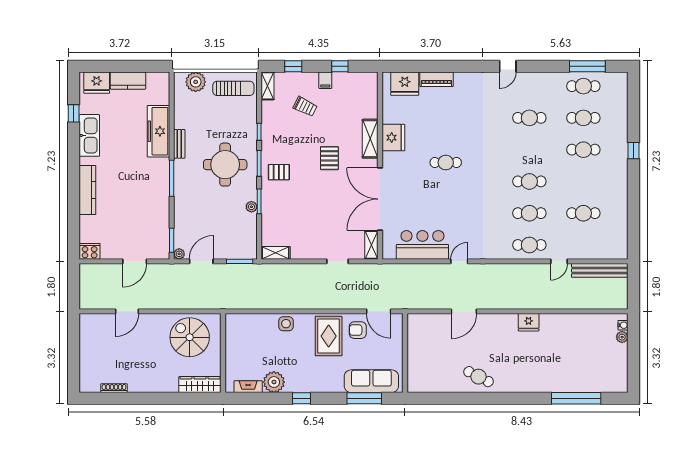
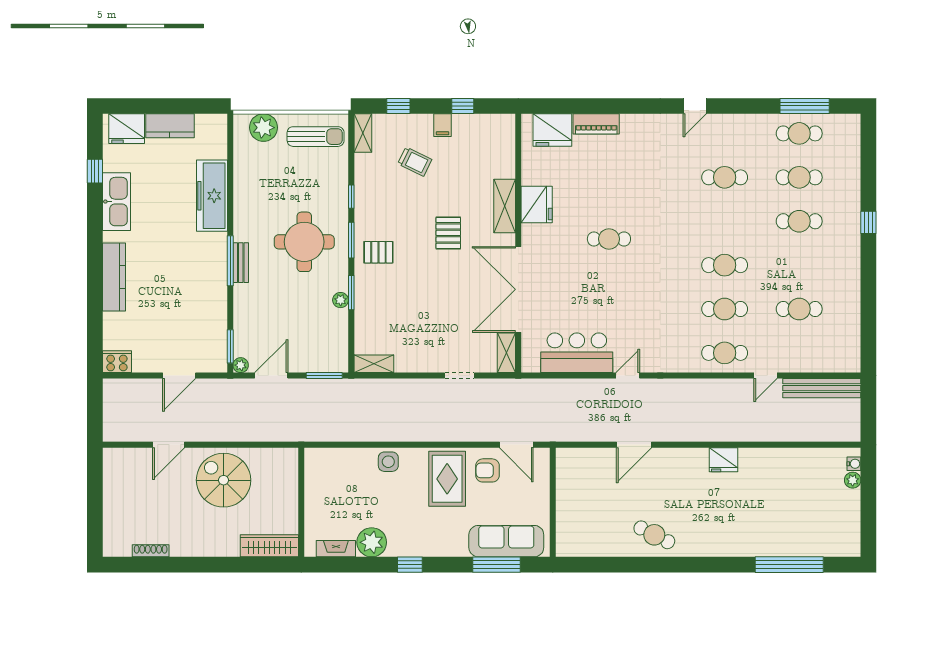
bench: (179, 144) -> (241, 263), moved
spiral stairs: (190, 337) -> (224, 480), moved

